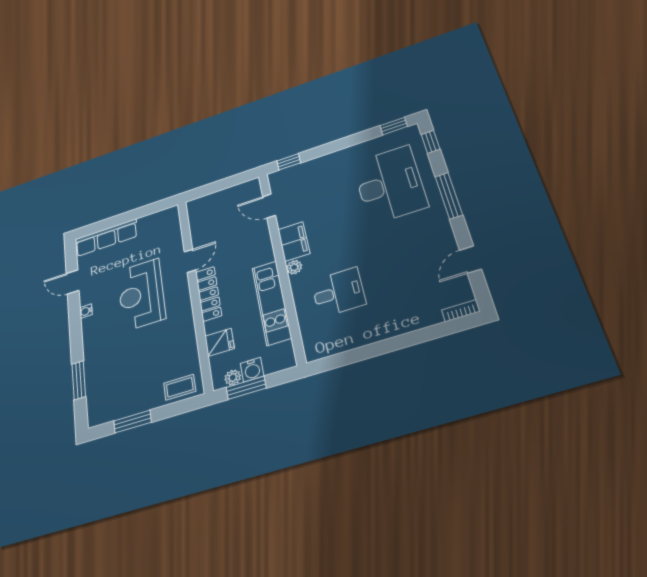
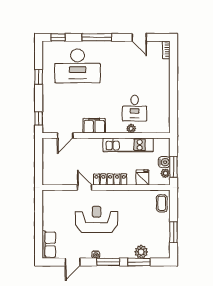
window: (394, 126) -> (39, 77), moved
desk: (390, 185) -> (78, 66), turned 180
row of seats: (106, 238) -> (49, 245), width x0.68
plant: (294, 267) -> (131, 129), moved
desk: (338, 292) -> (135, 108), turned 180
reception desk: (141, 294) -> (97, 219), turned 180
window: (76, 333) -> (108, 262), added
plant: (95, 379) -> (141, 252), added

